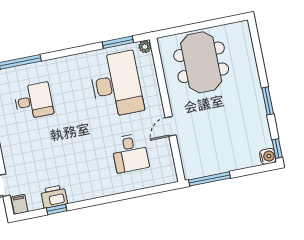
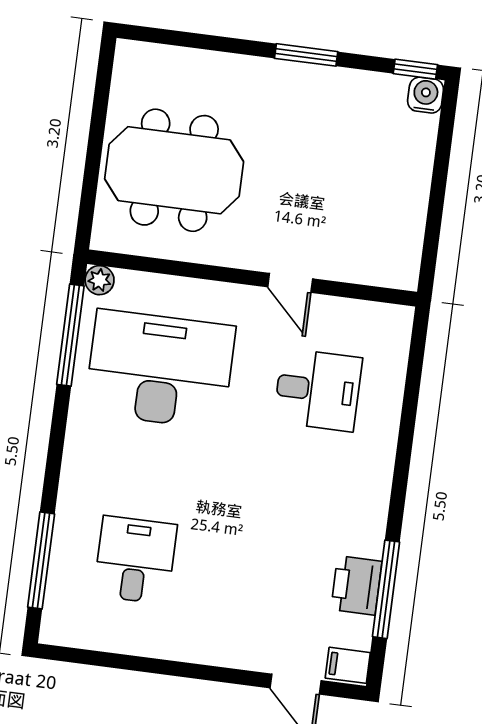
window: (118, 42) -> (70, 335), width x1.44
window: (210, 179) -> (432, 237), removed
window: (57, 209) -> (386, 589), width x2.17

